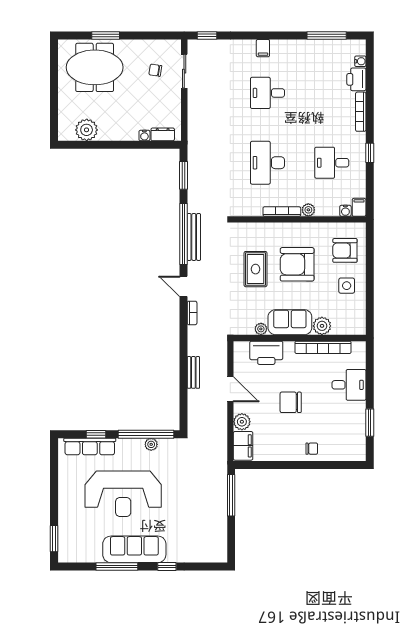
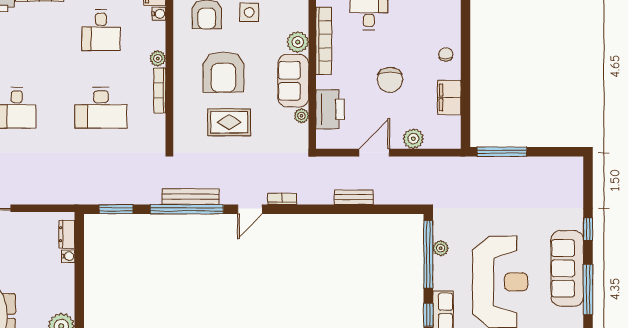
filing cabinet: (243, 446) -> (449, 98), moved, turned -90

